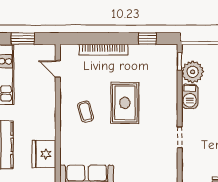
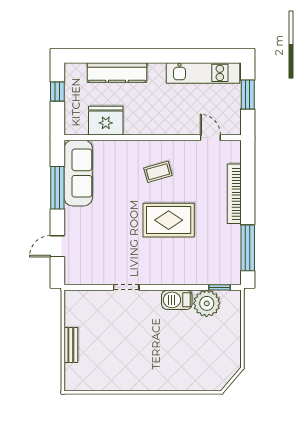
window: (147, 39) -> (248, 248), width x2.17
door: (58, 69) -> (210, 138), hinge flipped

